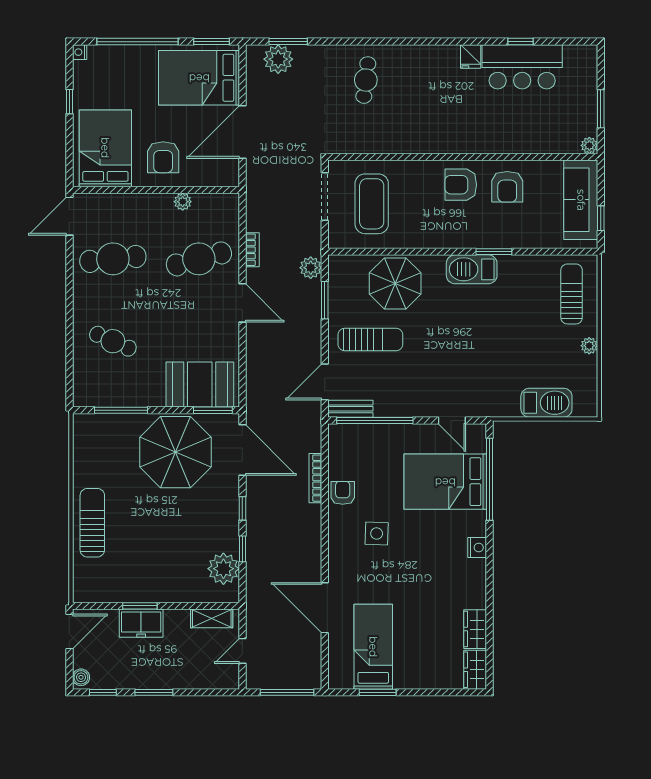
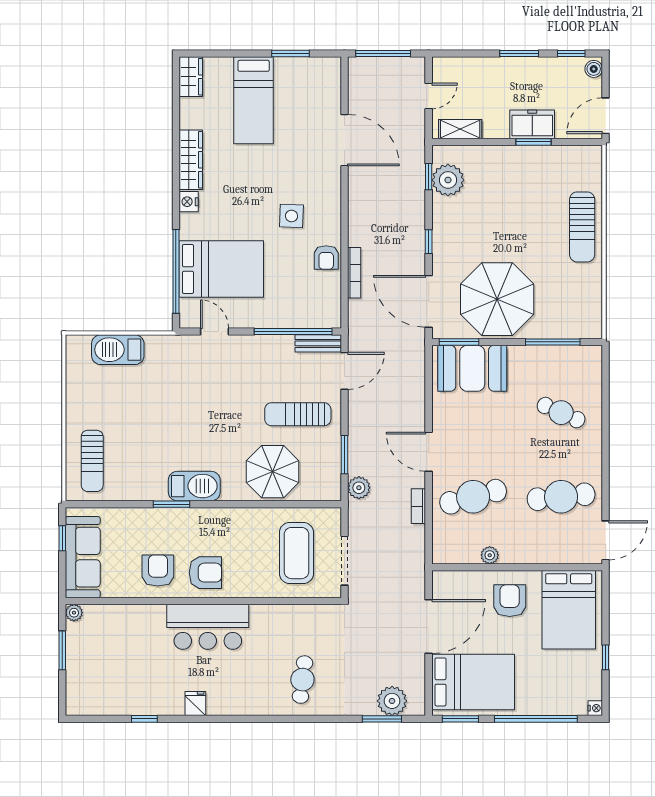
bar counter: (522, 67) -> (208, 627), moved, turned 180
plant: (589, 346) -> (74, 408), removed
window: (242, 549) -> (429, 177), moved
wardrobe: (475, 629) -> (191, 160), moved, width x1.50
bed: (373, 647) -> (254, 100), moved

